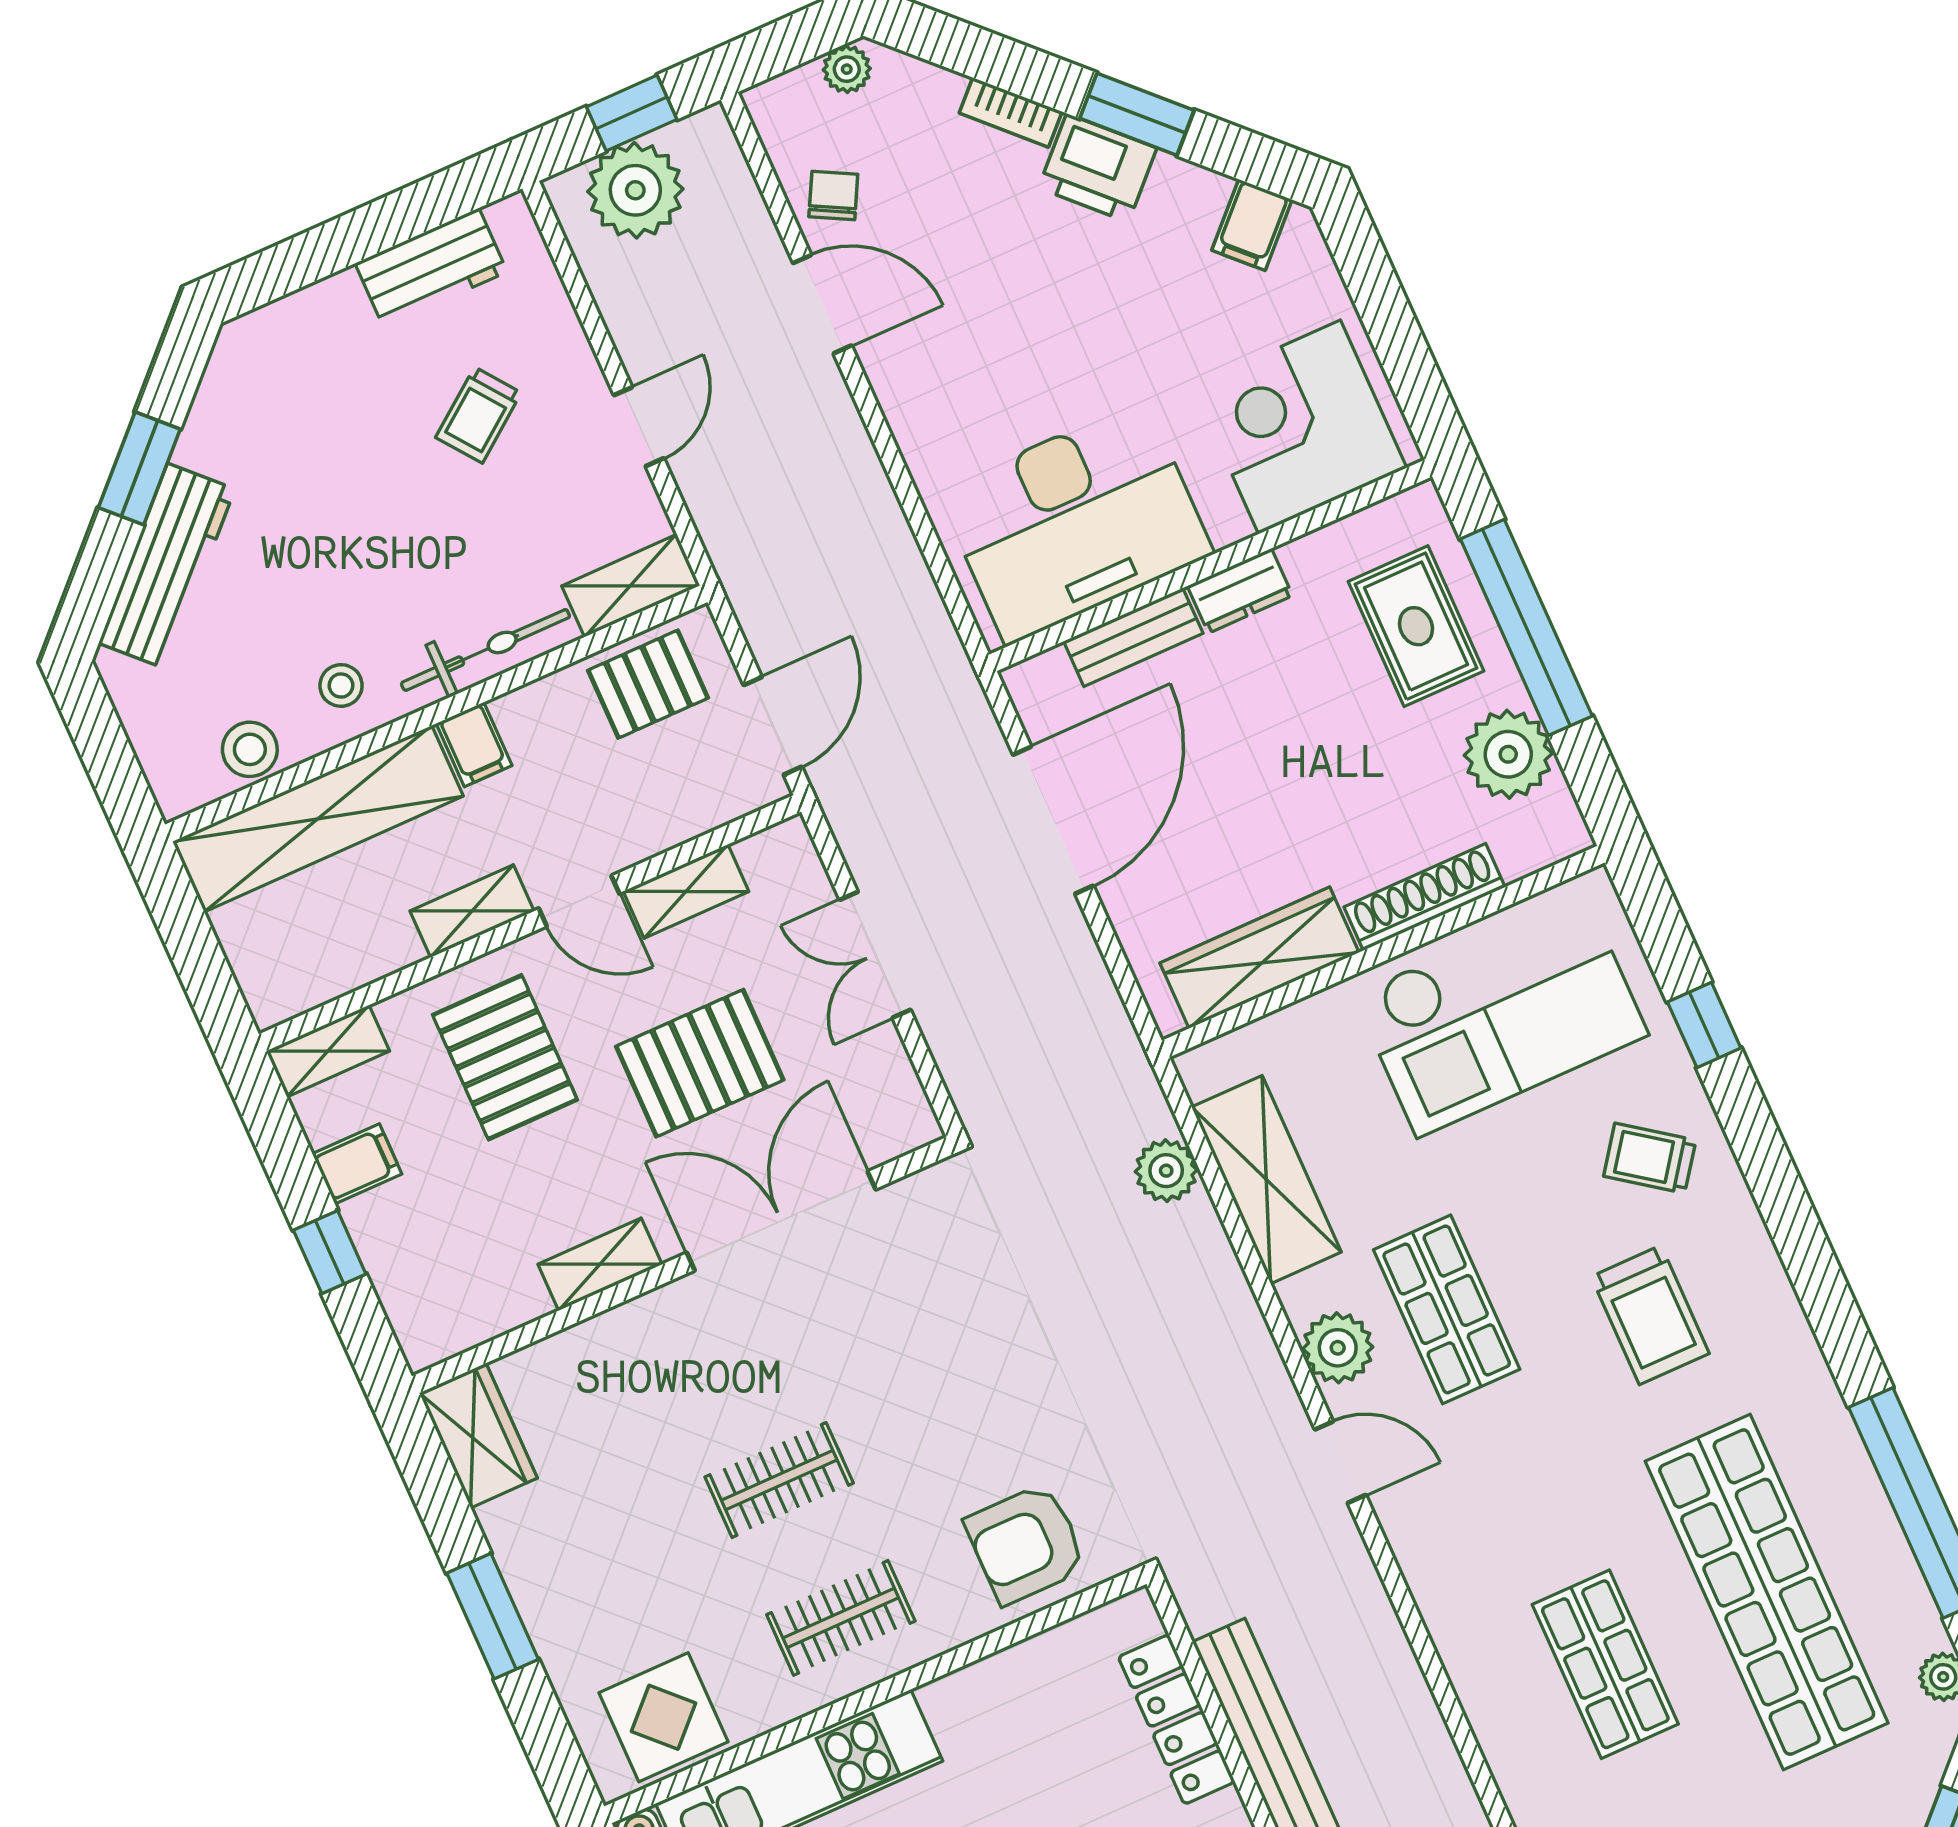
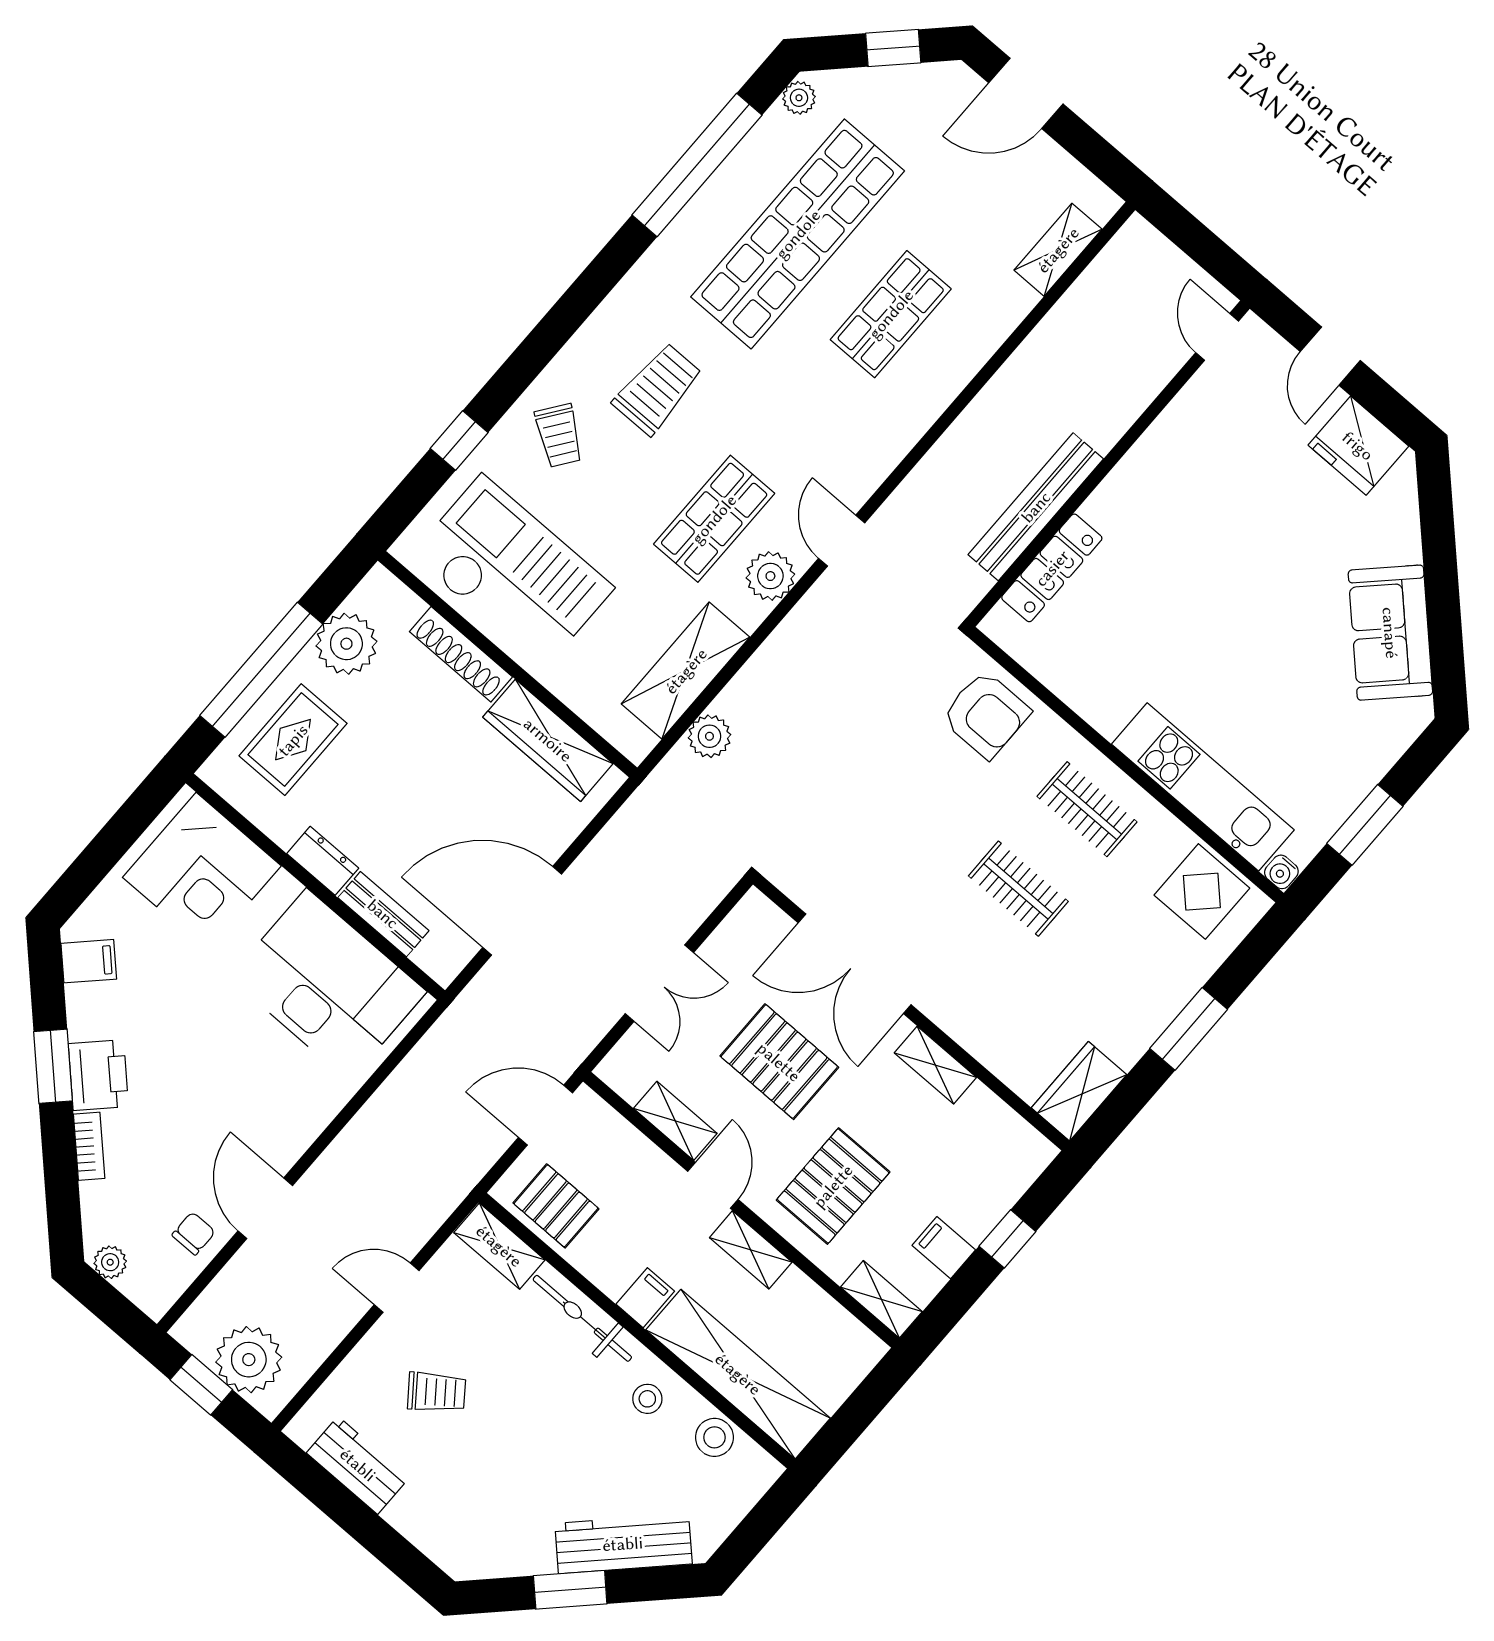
chair: (833, 195) -> (194, 1233), turned 152

